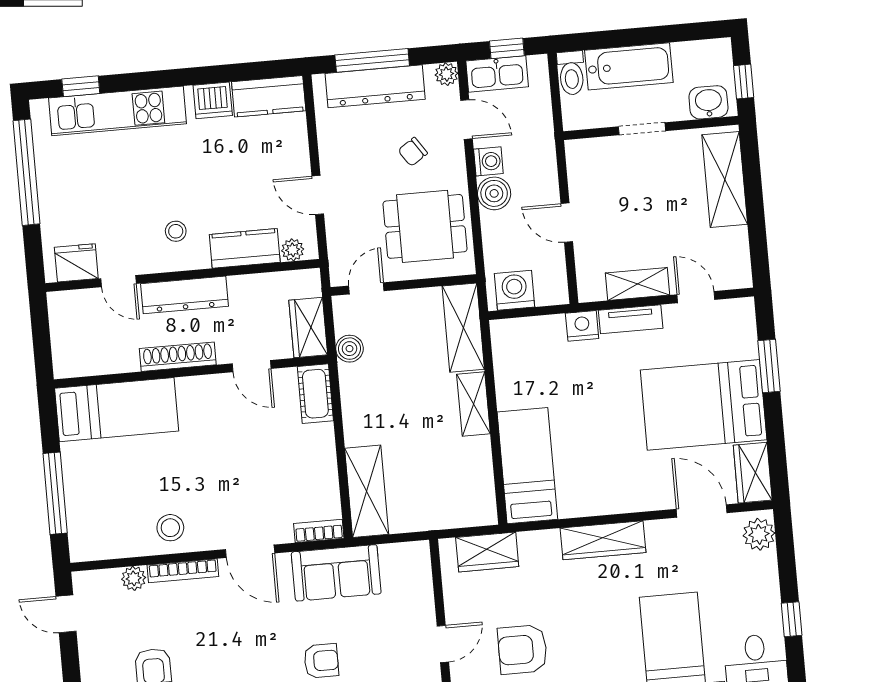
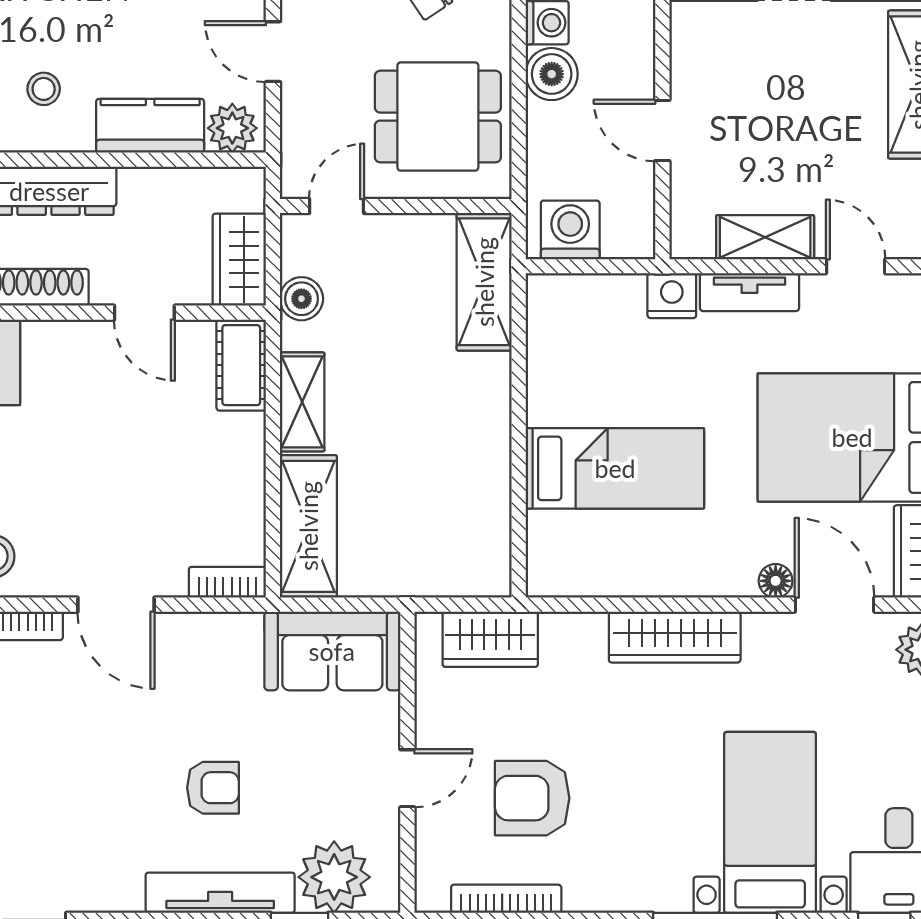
plant: (293, 250) -> (232, 128), width x1.38, depth x1.38
shelving: (473, 404) -> (302, 402), moved
bed: (527, 466) -> (615, 468), moved, turned 90
floor lamp: (663, 499) -> (776, 581), added
sofa: (336, 573) -> (332, 651), moved

